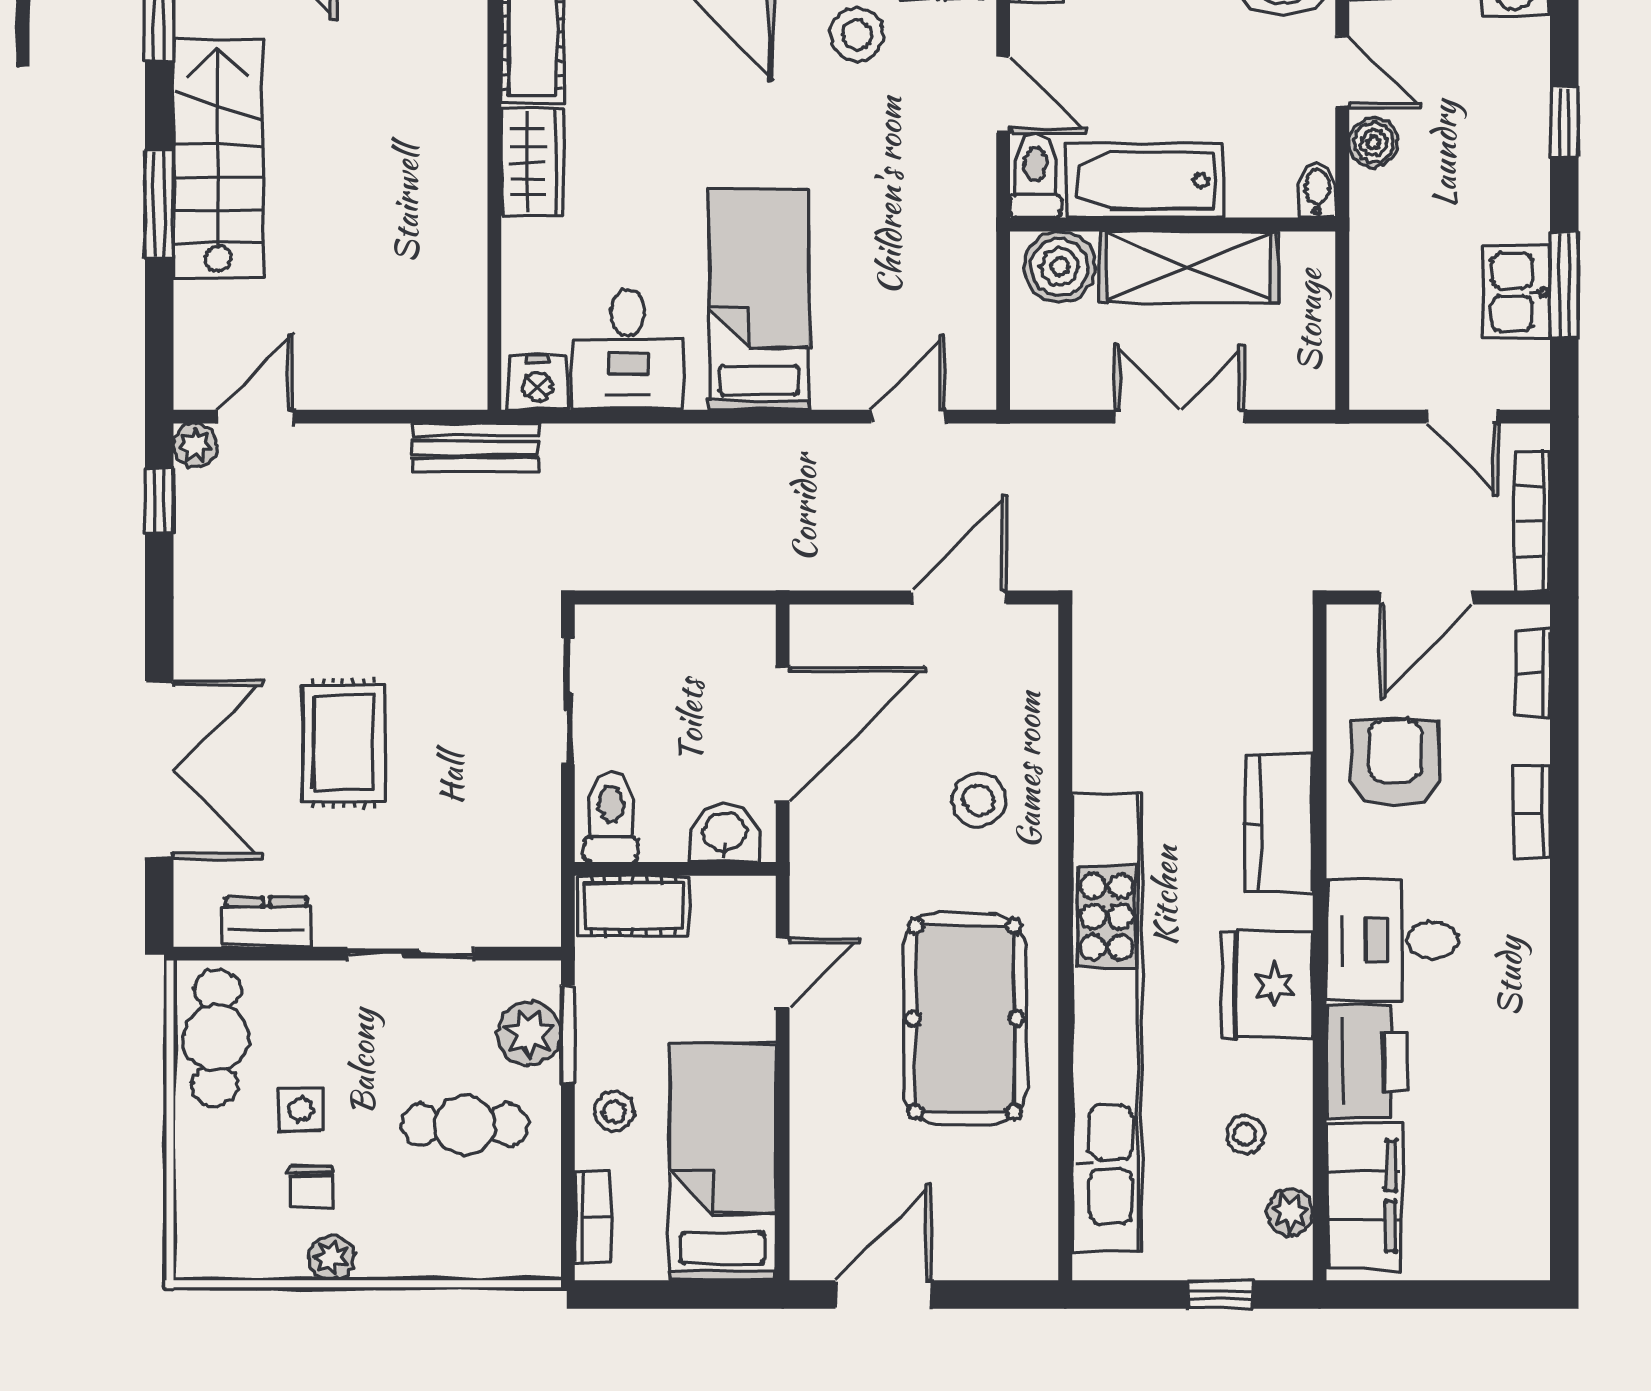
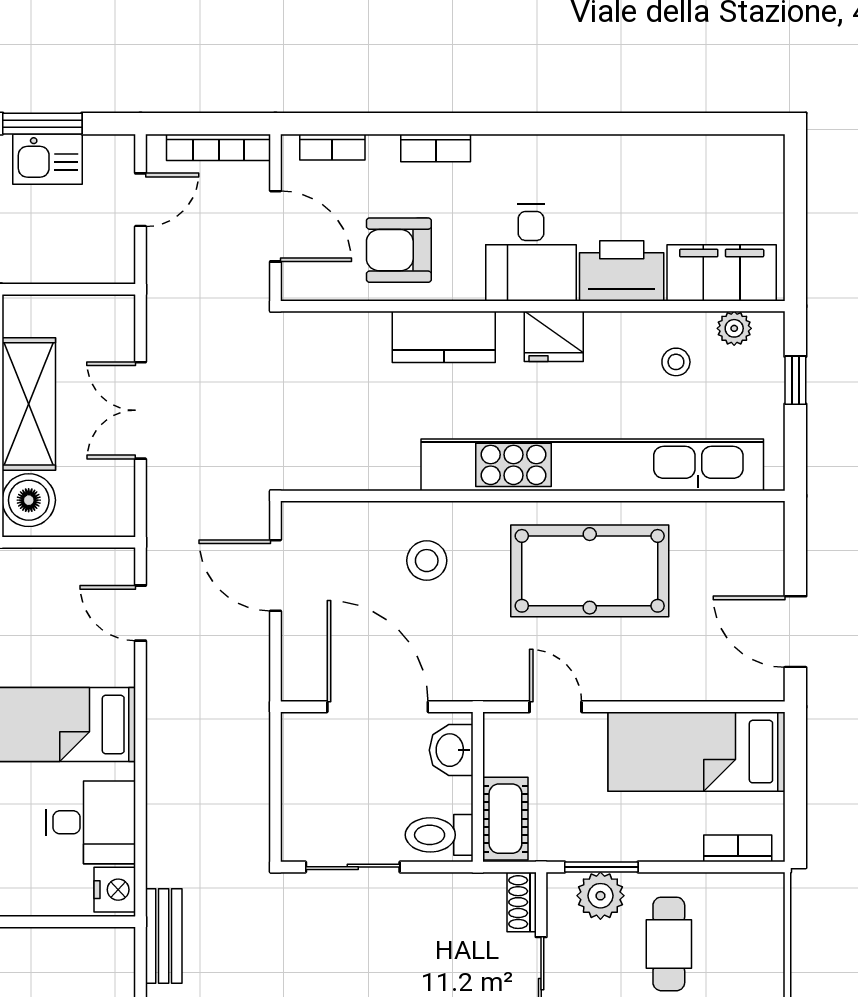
shoe rack: (521, 927) -> (522, 902), added
fridge: (1267, 985) -> (554, 336), width x0.73, depth x0.75
stool: (614, 1111) -> (659, 832), removed

